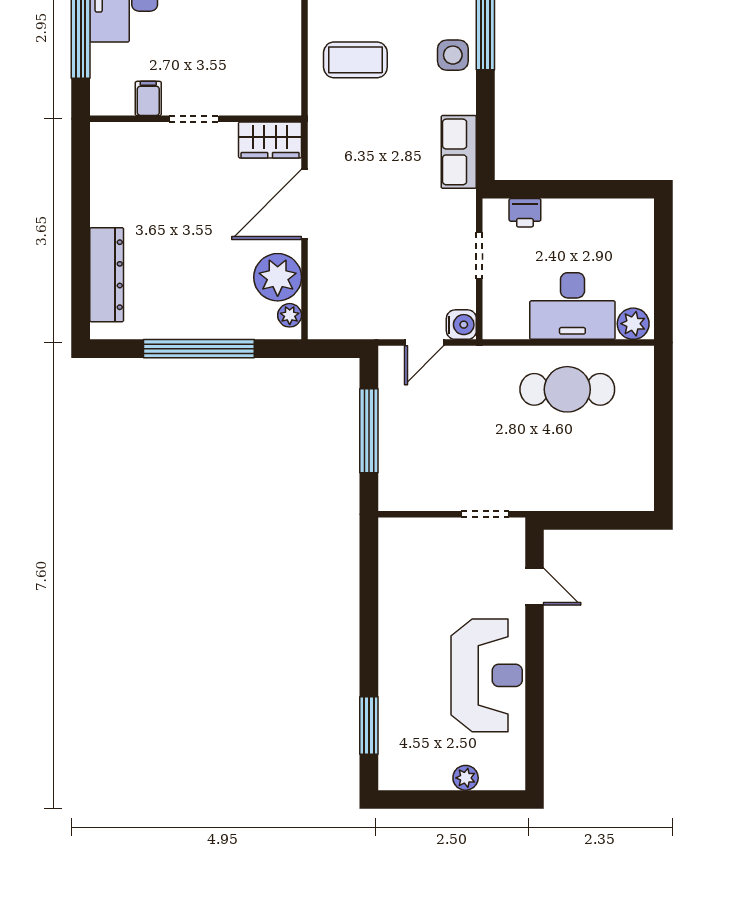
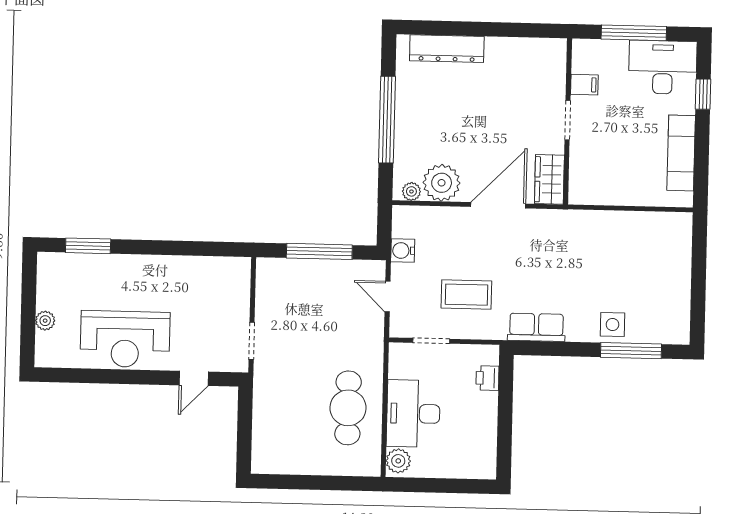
coffee table: (355, 60) -> (466, 295), moved, turned 90
door: (305, 204) -> (498, 205), hinge flipped
doorway: (479, 255) -> (431, 341), moved
water cooler: (461, 325) -> (403, 251), moved, turned 90

